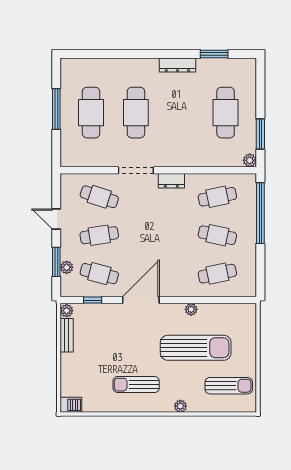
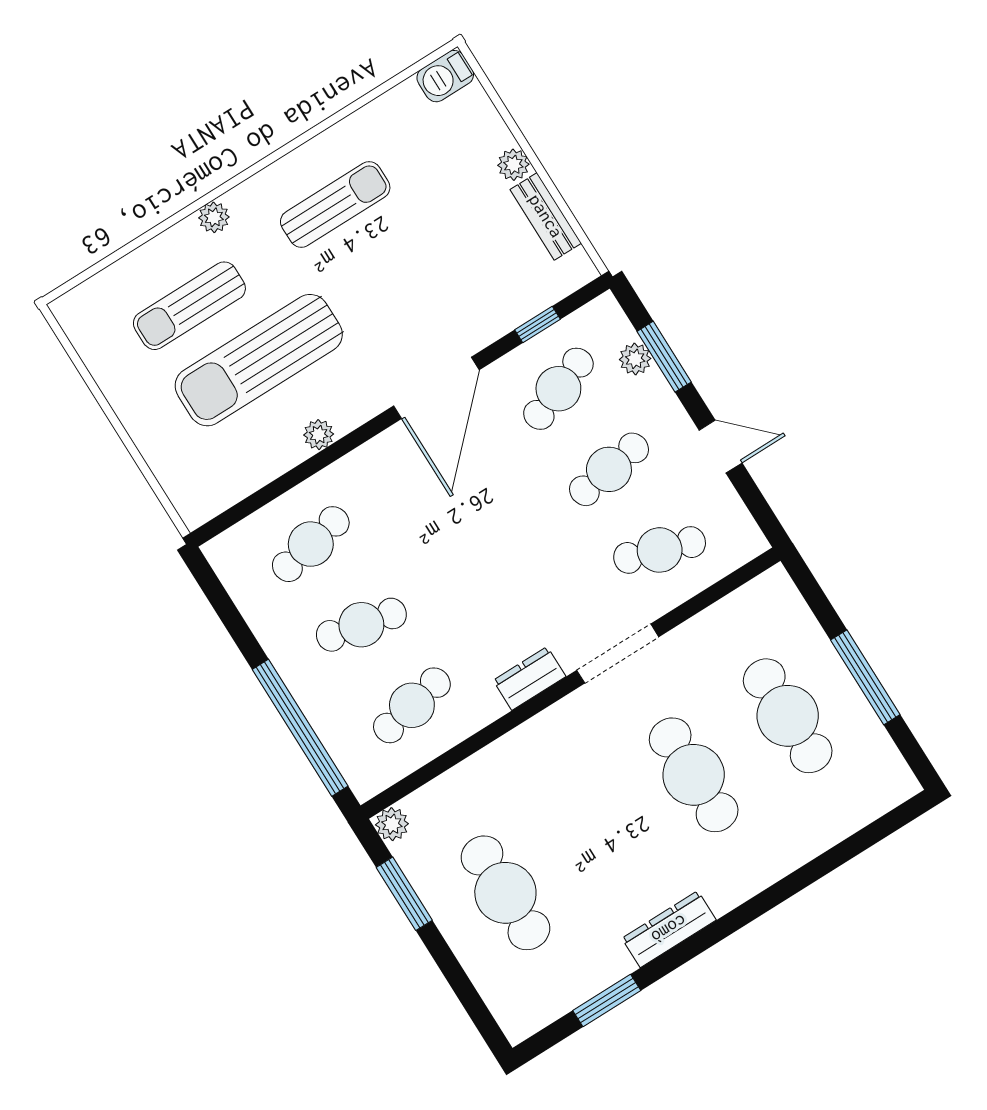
cafe table: (99, 274) -> (558, 389), turned -36
plant: (67, 311) -> (513, 165), moved
sun lounger: (229, 386) -> (189, 306), moved

